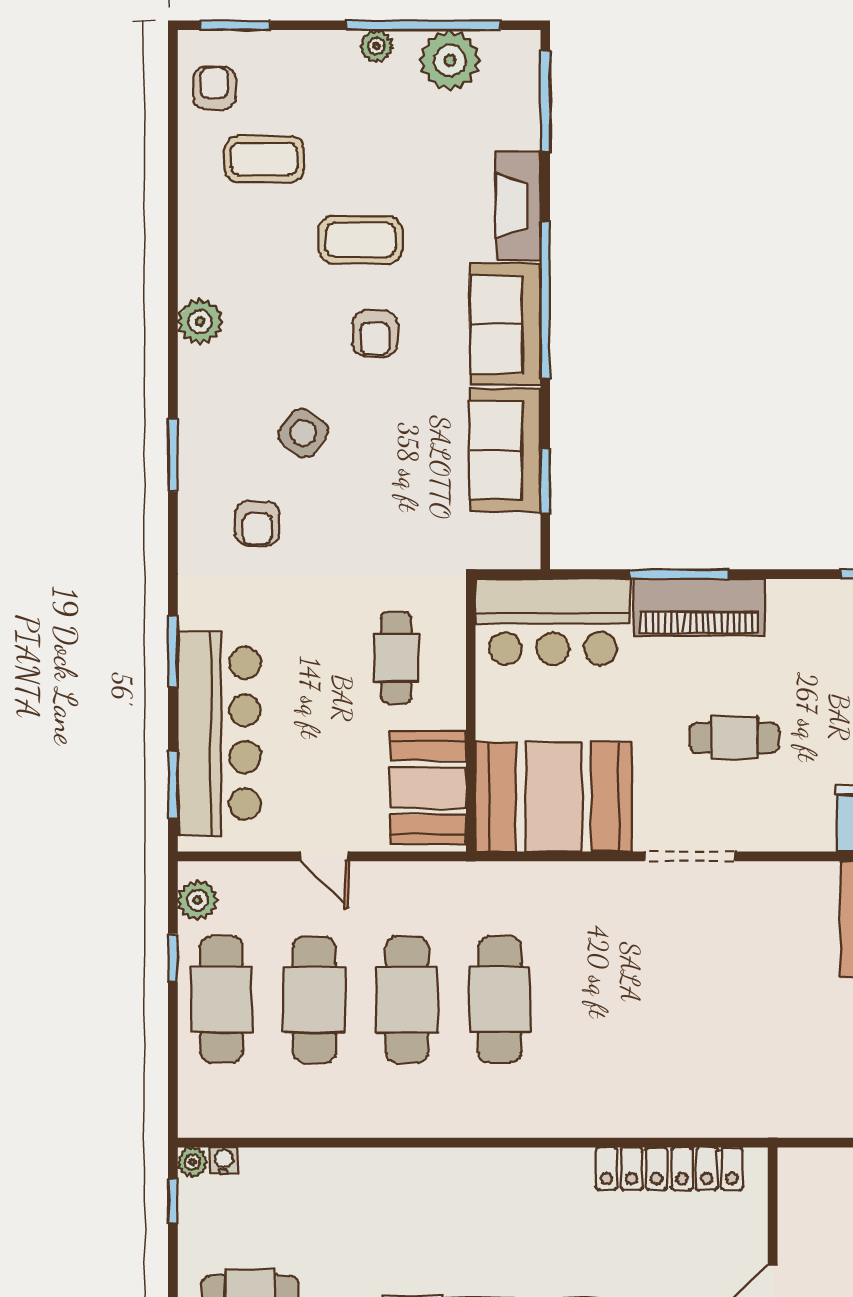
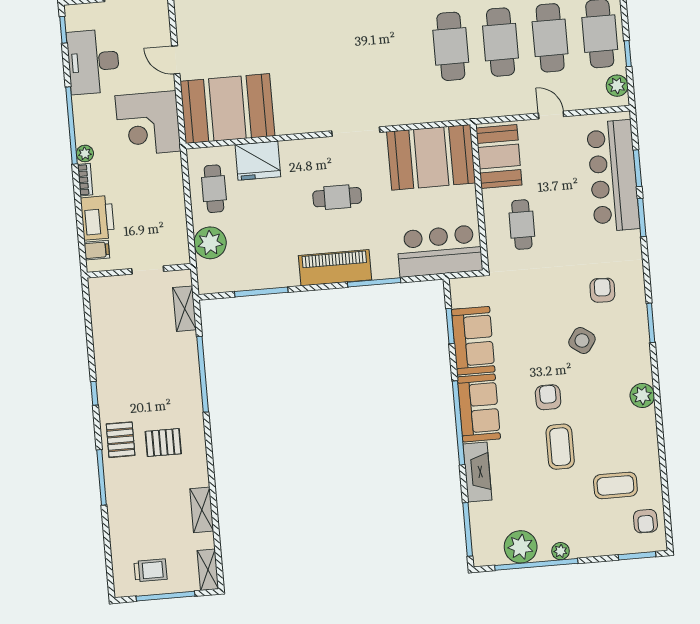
coffee table: (361, 240) -> (560, 447), turned 90
piano: (699, 607) -> (335, 268), moved
window: (173, 785) -> (638, 168), moved

